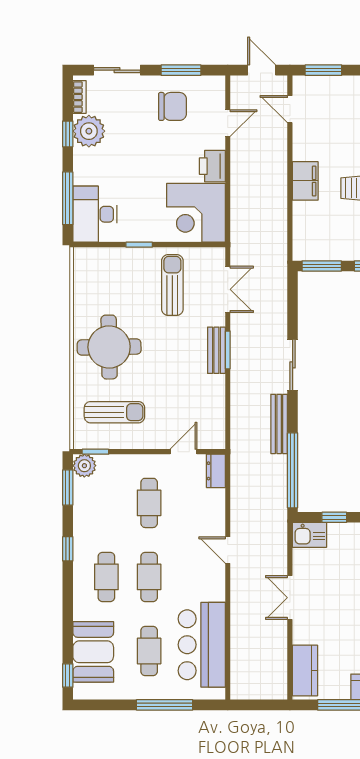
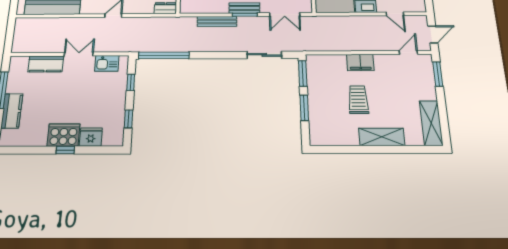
sliding door: (293, 365) -> (264, 55), moved
bench: (279, 424) -> (217, 22), moved
kitchen sink: (309, 535) -> (107, 63), moved, turned -90
kitchen counter: (305, 671) -> (46, 64), moved

